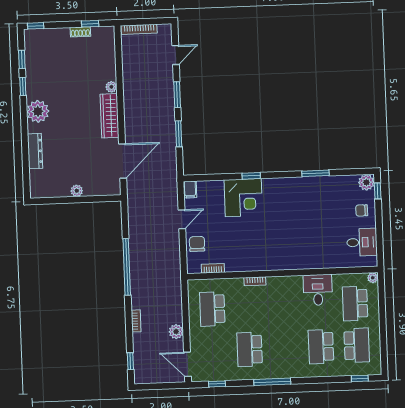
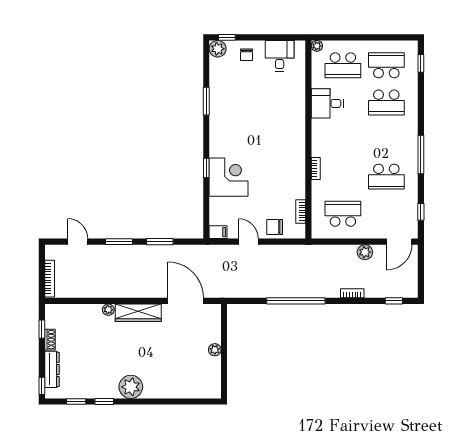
dresser: (35, 151) -> (52, 369), moved, turned 90
school desk: (212, 309) -> (343, 214), turned 180

